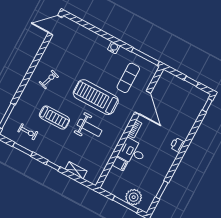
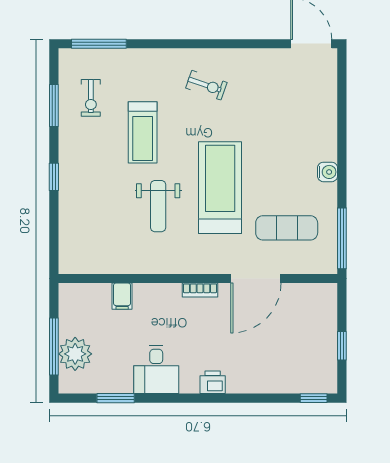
desk: (132, 152) -> (156, 370), moved, turned 180
shelving: (76, 170) -> (68, 223), removed

